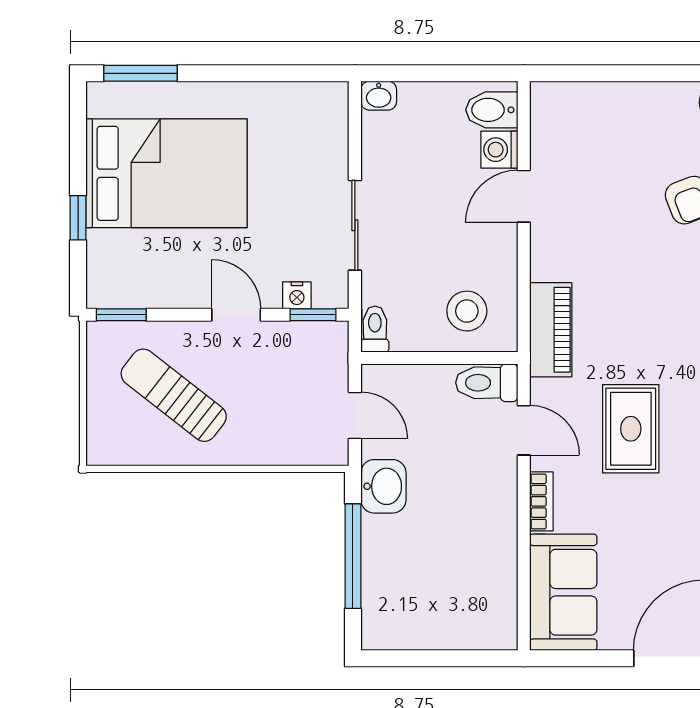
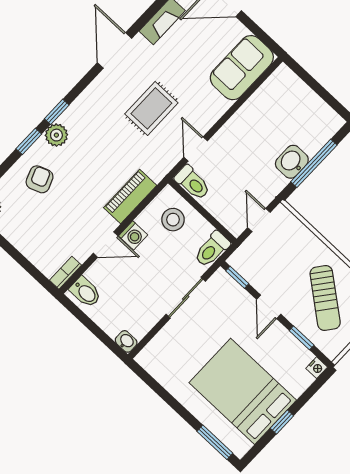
washing machine: (499, 150) -> (133, 235), moved
window: (78, 218) -> (282, 422), moved
nightstand: (297, 295) -> (317, 368), moved, turned 90
window: (121, 315) -> (302, 338), moved
toilet: (375, 329) -> (212, 249), width x1.37, depth x1.39
piano: (551, 330) -> (130, 197), moved
washbasin: (383, 486) -> (292, 162), moved
bookcase: (541, 501) -> (65, 273), moved

